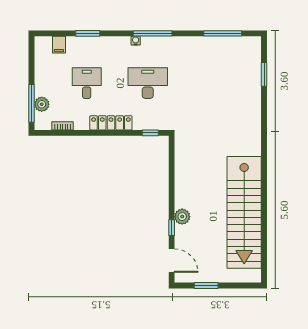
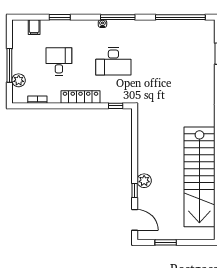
window: (223, 33) -> (180, 17), width x1.46
desk: (148, 83) -> (113, 61), turned 180
window: (31, 103) -> (9, 65), moved

